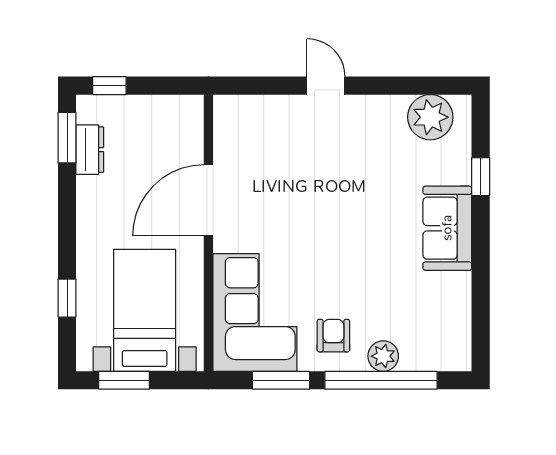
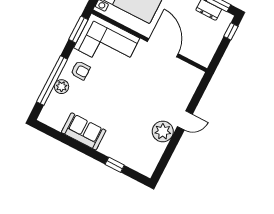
plant: (430, 117) -> (163, 131), moved
sofa: (447, 228) -> (84, 131), moved
window: (281, 380) -> (78, 30), moved

